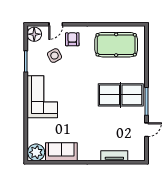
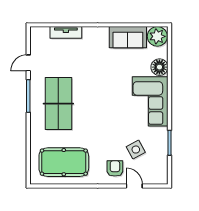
door: (56, 24) -> (134, 186), hinge flipped
floor lamp: (34, 34) -> (159, 67), moved
armchair: (72, 39) -> (115, 168), turned 180
table tennis table: (121, 95) -> (58, 104), turned 90

